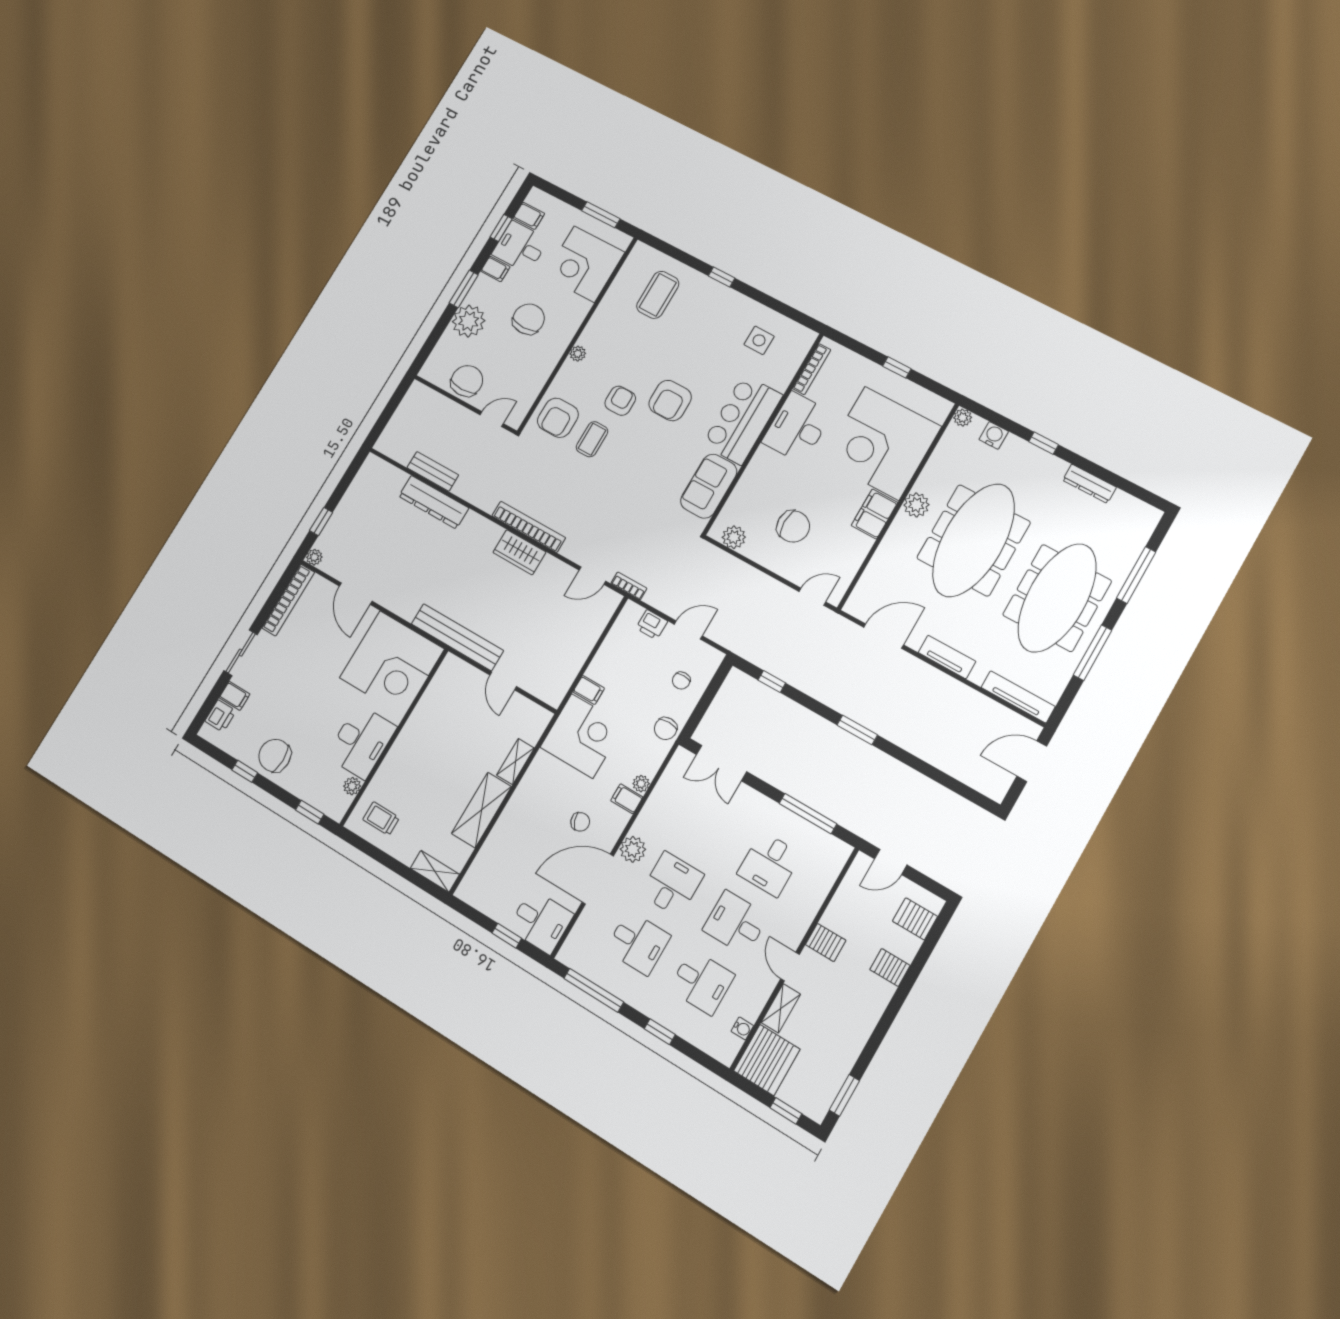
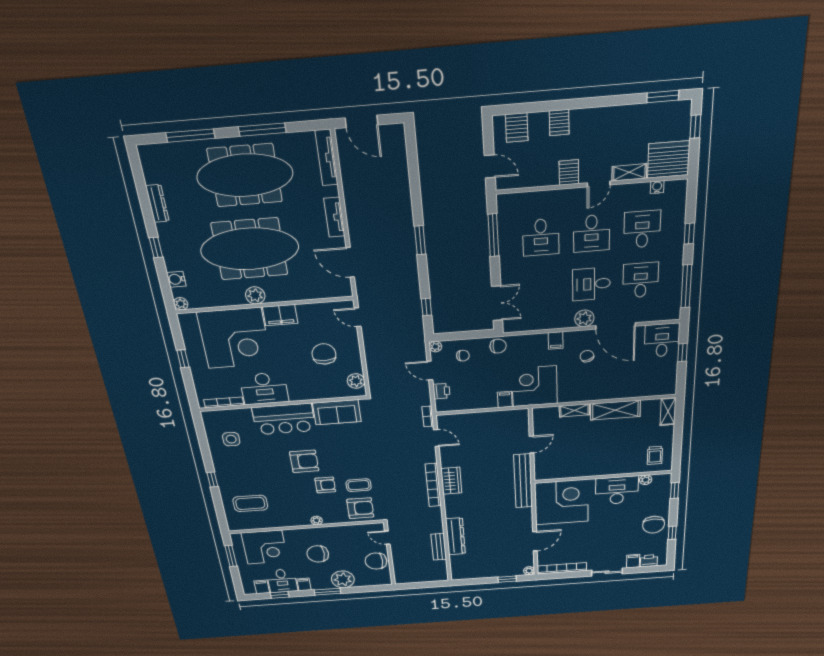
armchair: (620, 401) -> (325, 485), turned 180
plant: (641, 784) -> (435, 347), moved
desk: (769, 864) -> (541, 237), turned 90

